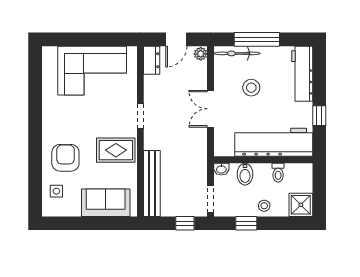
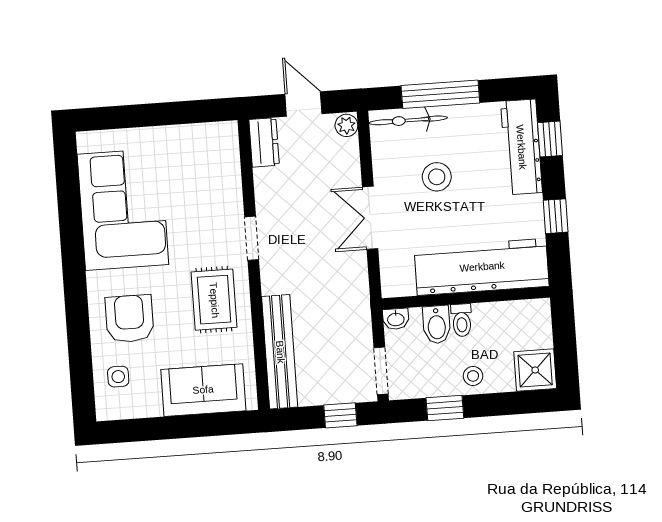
door: (176, 39) -> (303, 104), swing flipped
window: (319, 70) -> (550, 139), added
corner sofa: (92, 71) -> (123, 209), moved, turned -90
rug: (116, 150) -> (214, 300), turned 90
toilet: (278, 173) -> (462, 320), moved

